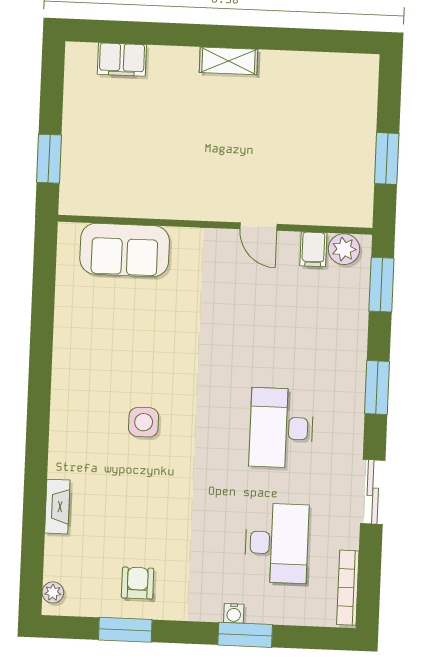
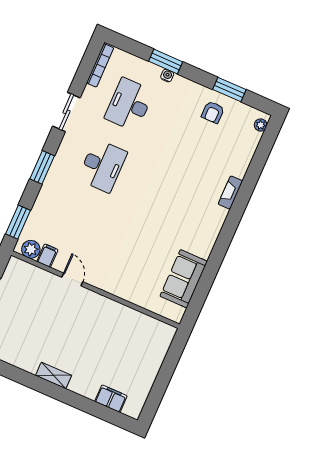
window: (49, 159) -> (171, 360), removed
sofa: (125, 250) -> (184, 279), moved, turned -90
side table: (144, 422) -> (176, 198), removed
fireplace: (57, 507) -> (230, 193), moved

